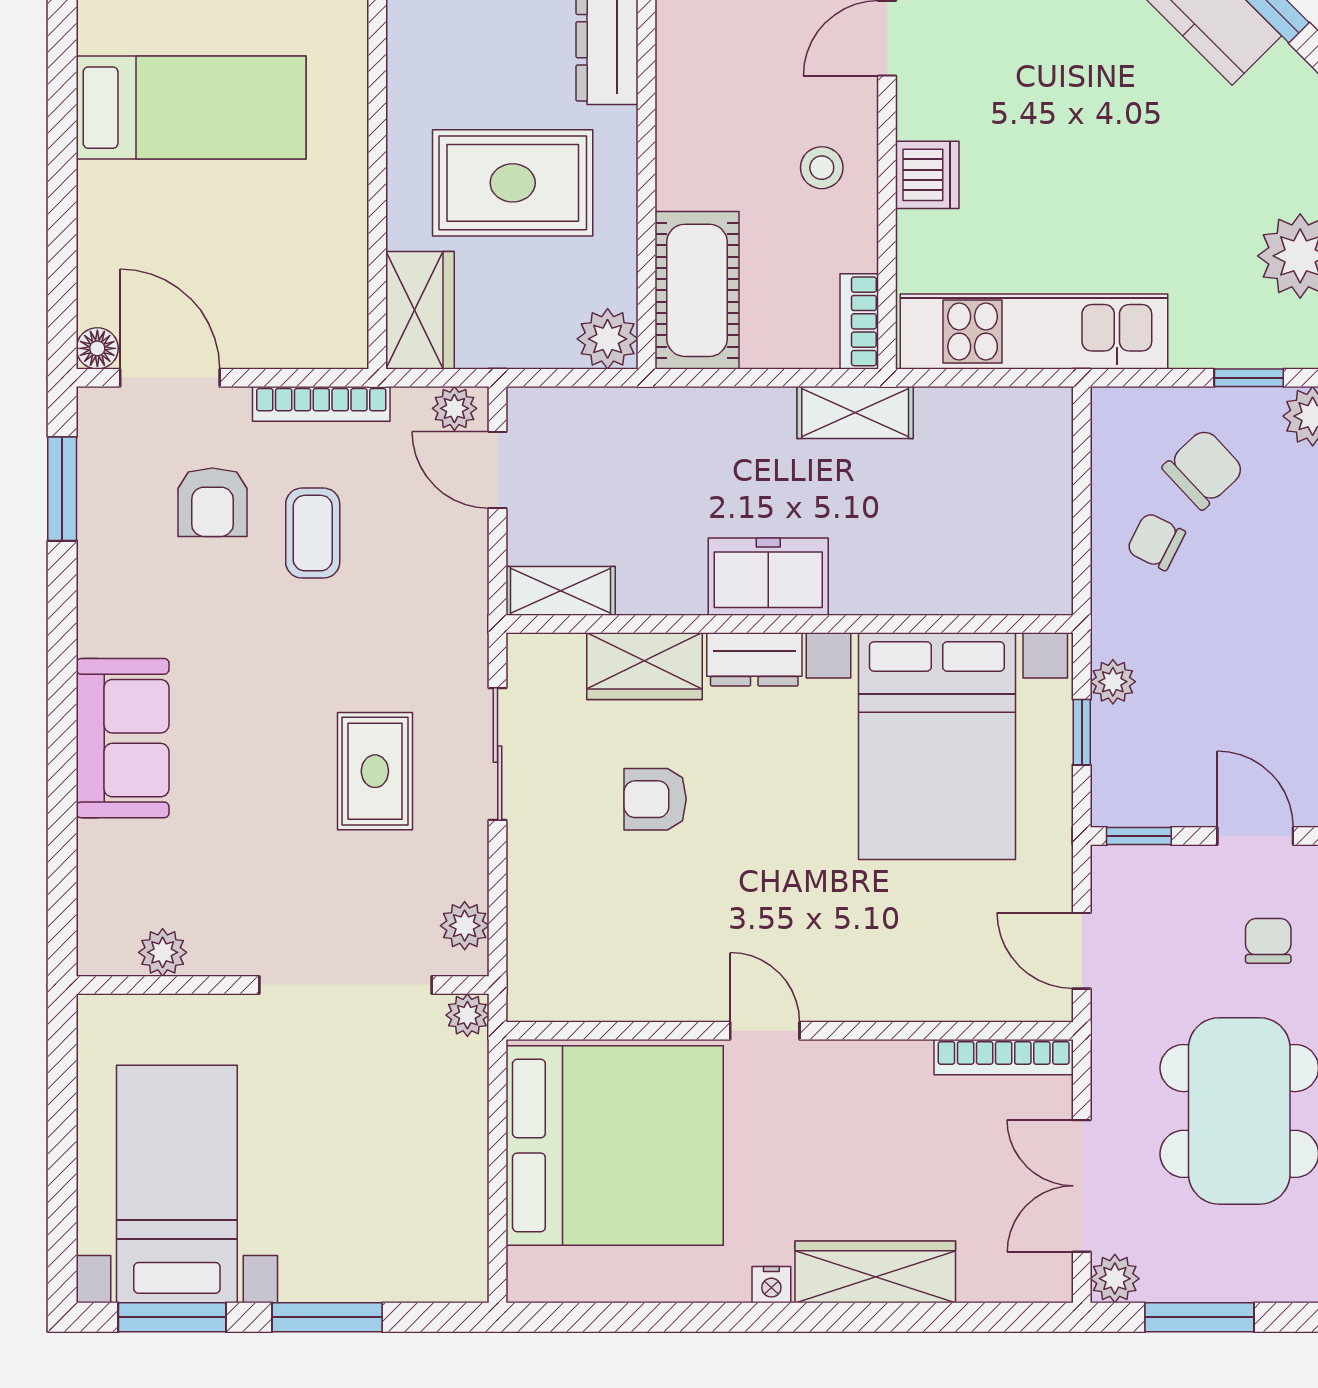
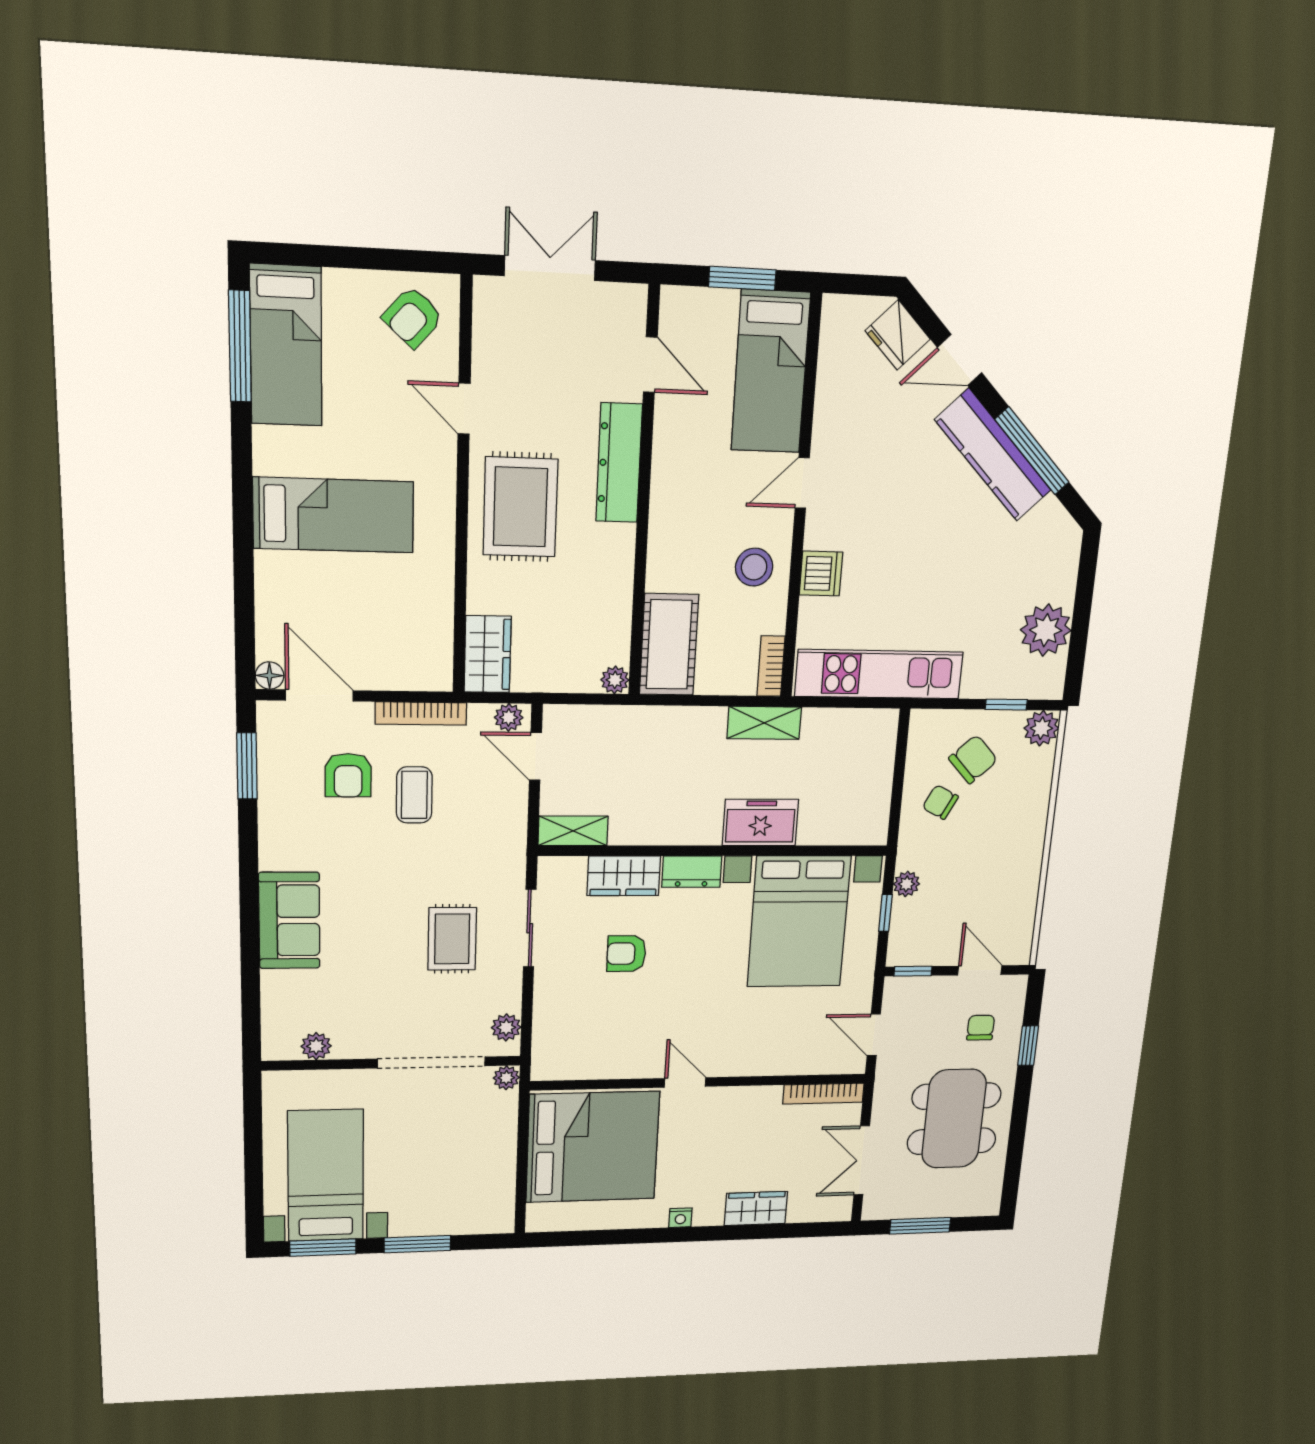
stool: (822, 168) -> (754, 567), width x1.37, depth x1.37
rug: (513, 183) -> (520, 507), moved, turned 90
plant: (608, 339) -> (615, 680), width x0.73, depth x0.73
freezer: (768, 577) -> (760, 823), moved
wardrobe: (875, 1272) -> (756, 1208), width x0.67
plant: (1115, 1279) -> (875, 1208), removed

